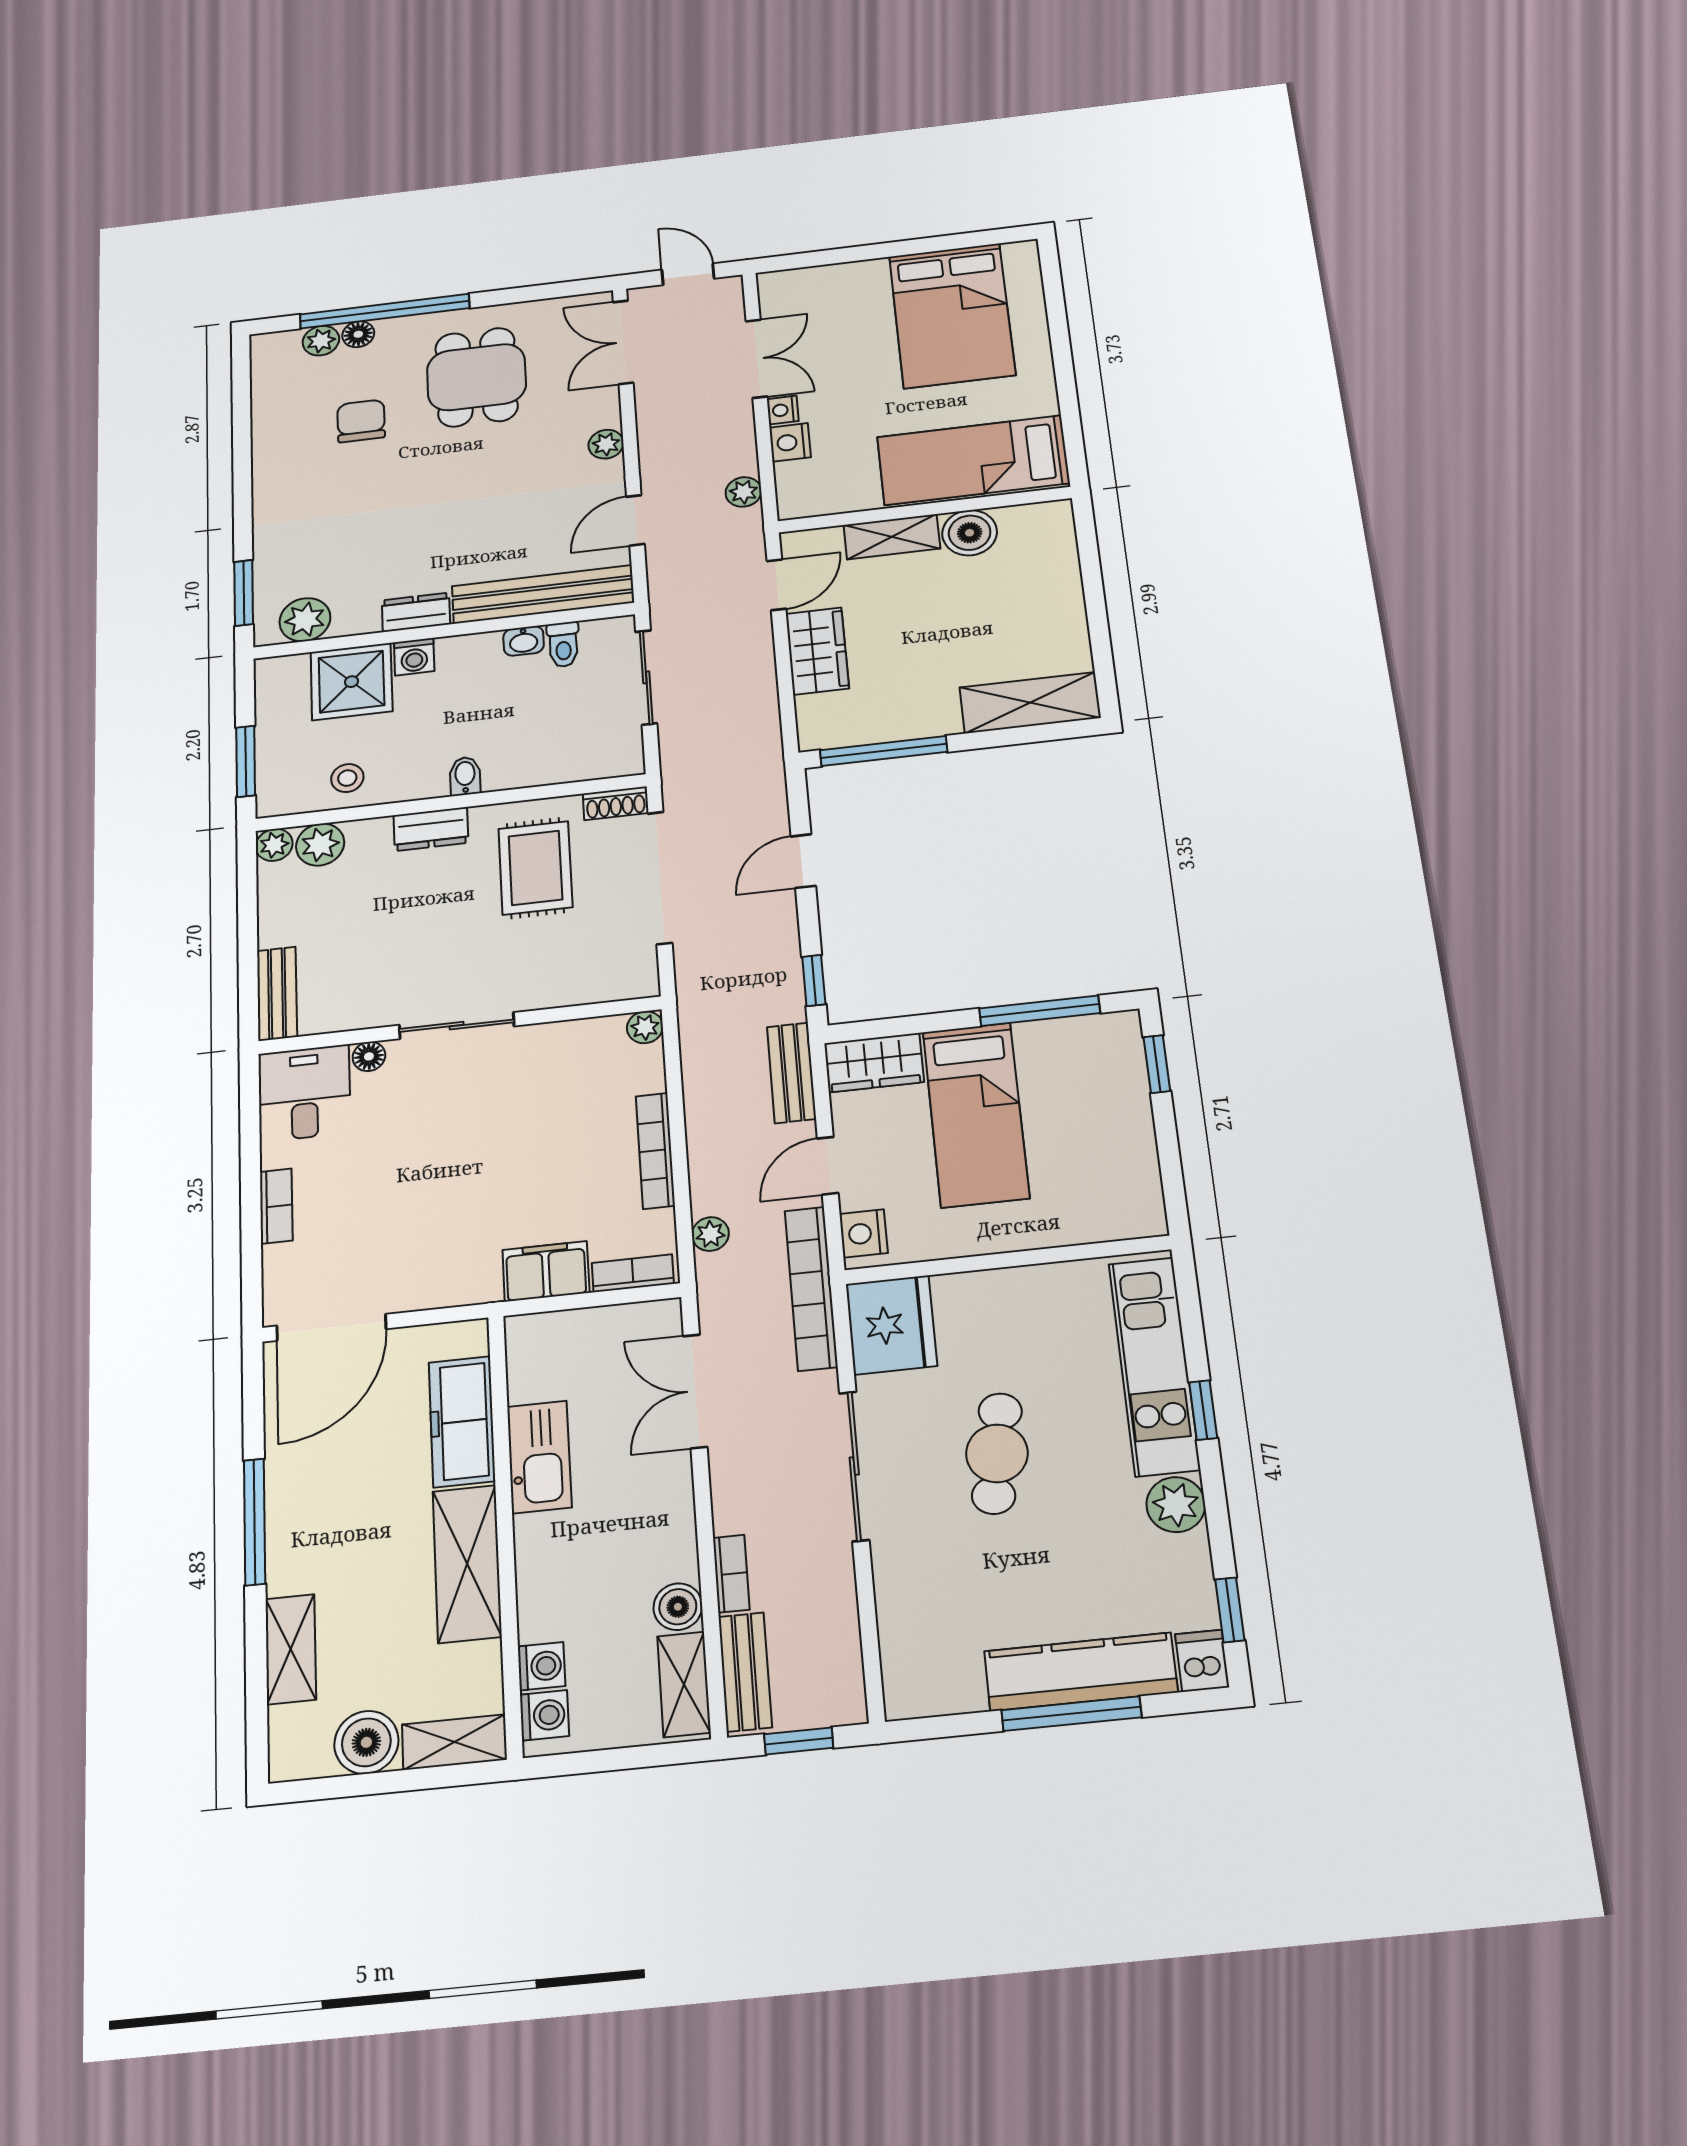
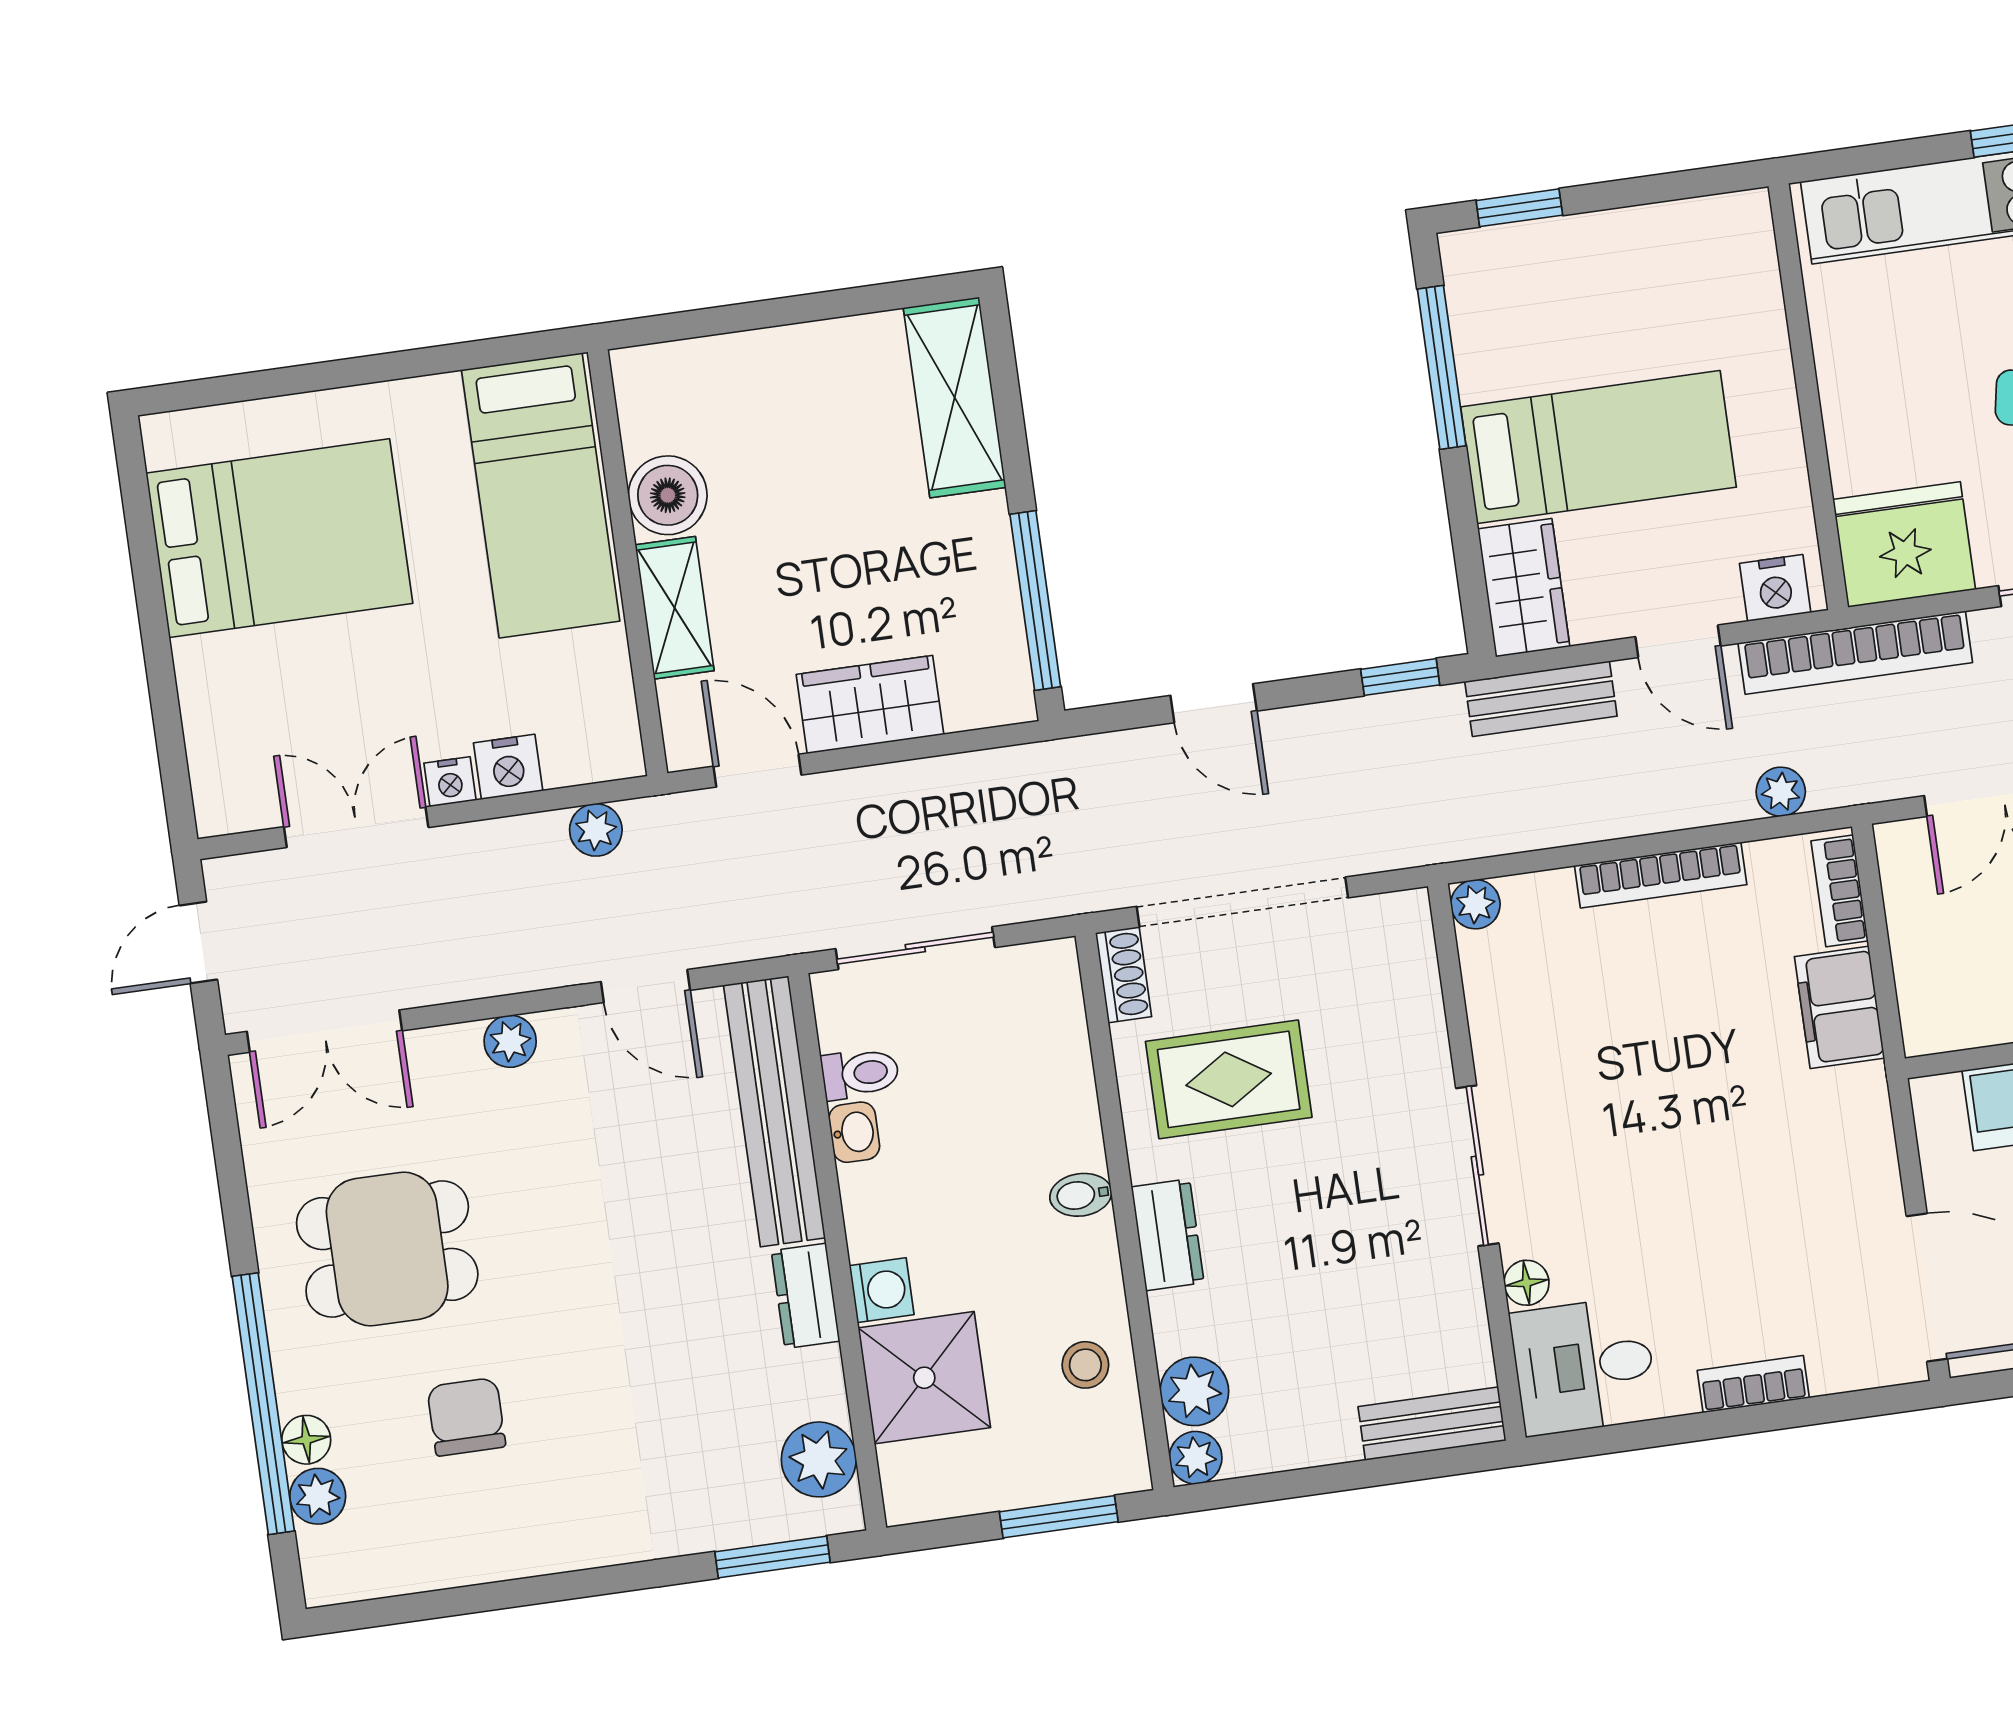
chair: (361, 421) -> (466, 1417), turned 90

